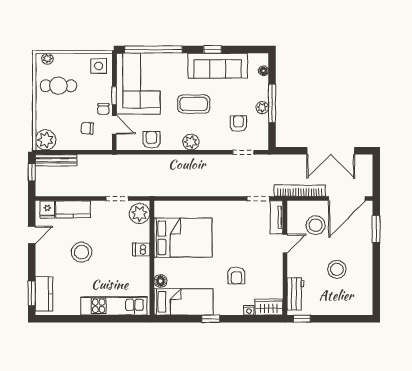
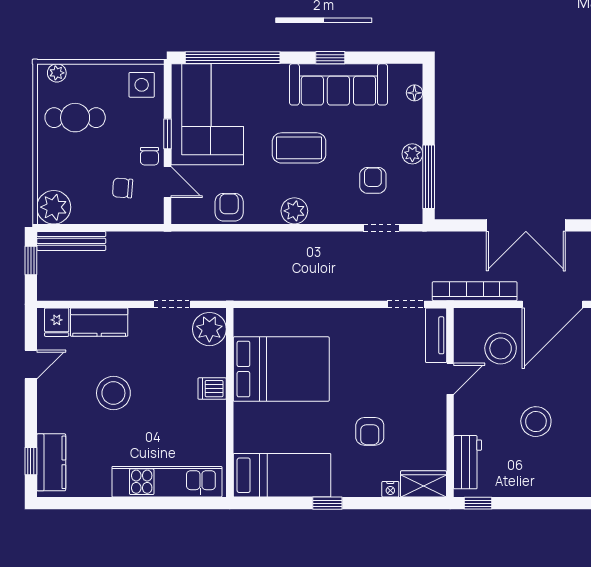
window: (272, 103) -> (429, 177), moved
floor lamp: (161, 281) -> (244, 441), removed
window: (32, 293) -> (31, 461), width x0.67

